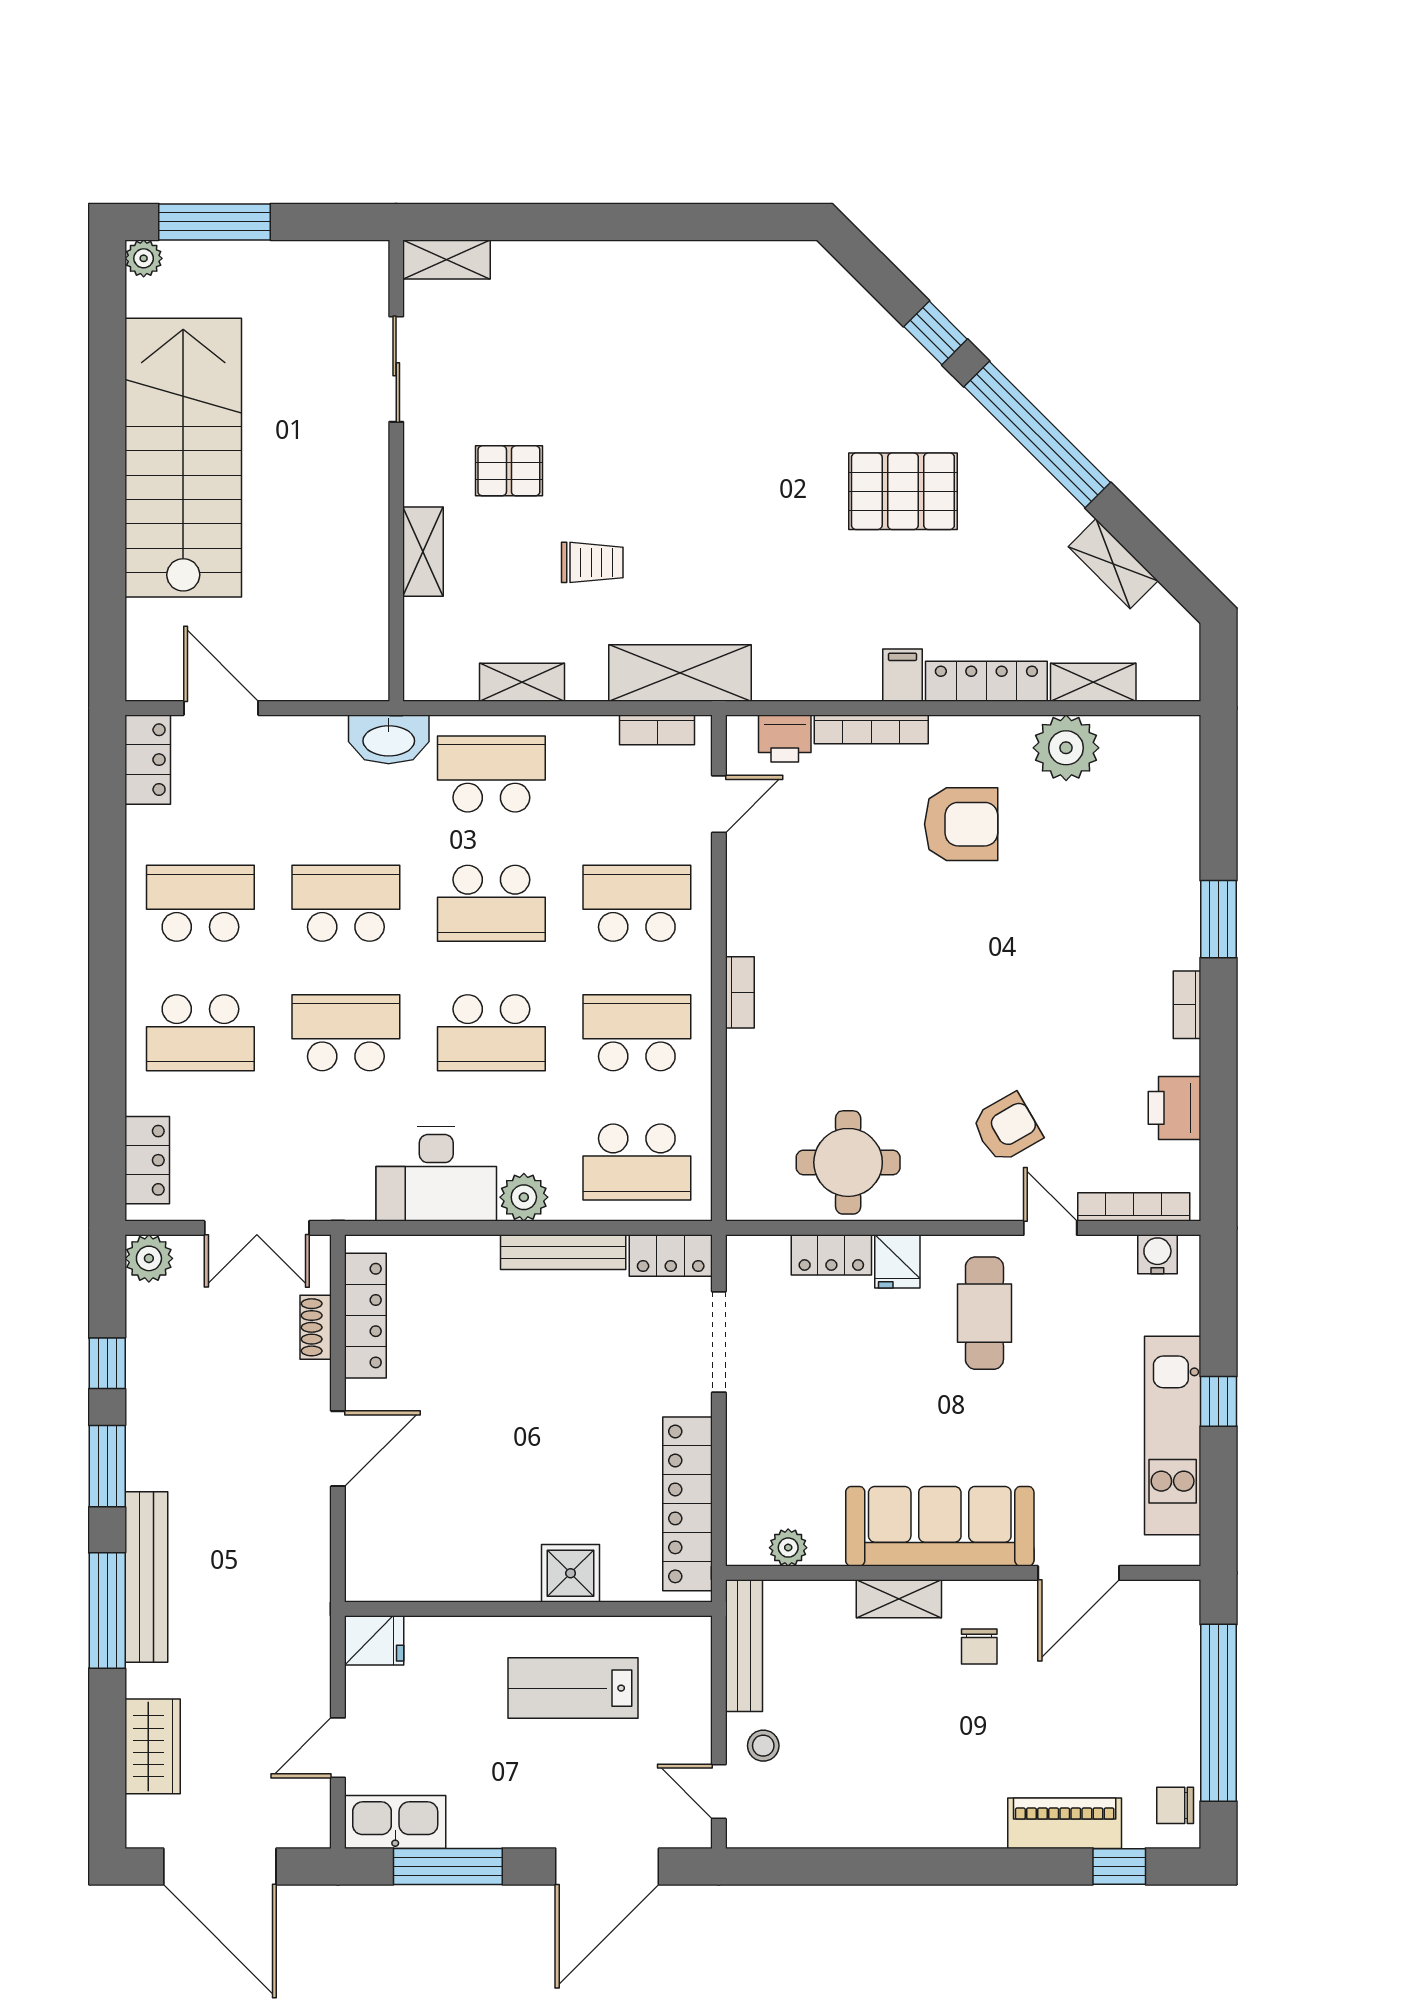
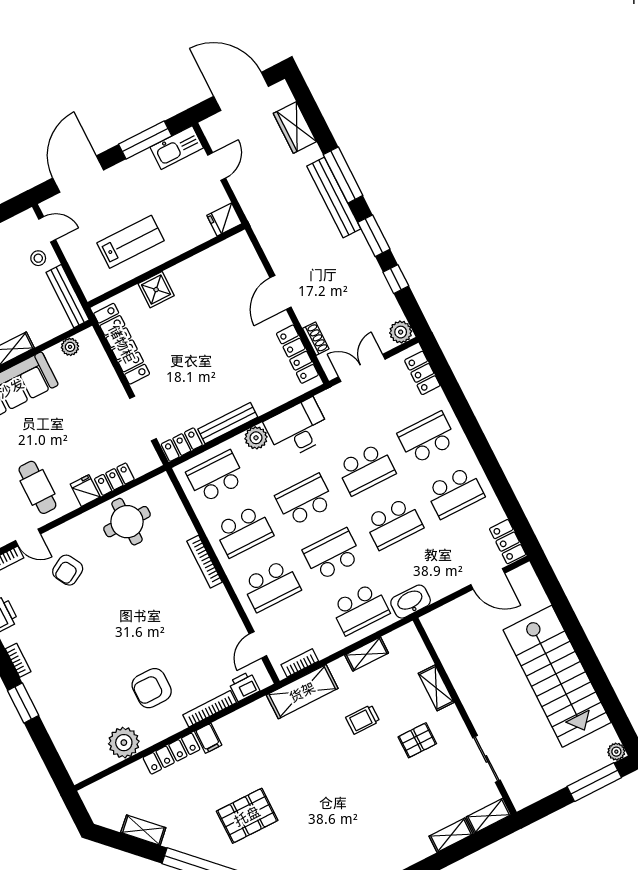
shelving: (1093, 682) -> (451, 835), moved
bookcase: (740, 992) -> (205, 562), width x1.56

